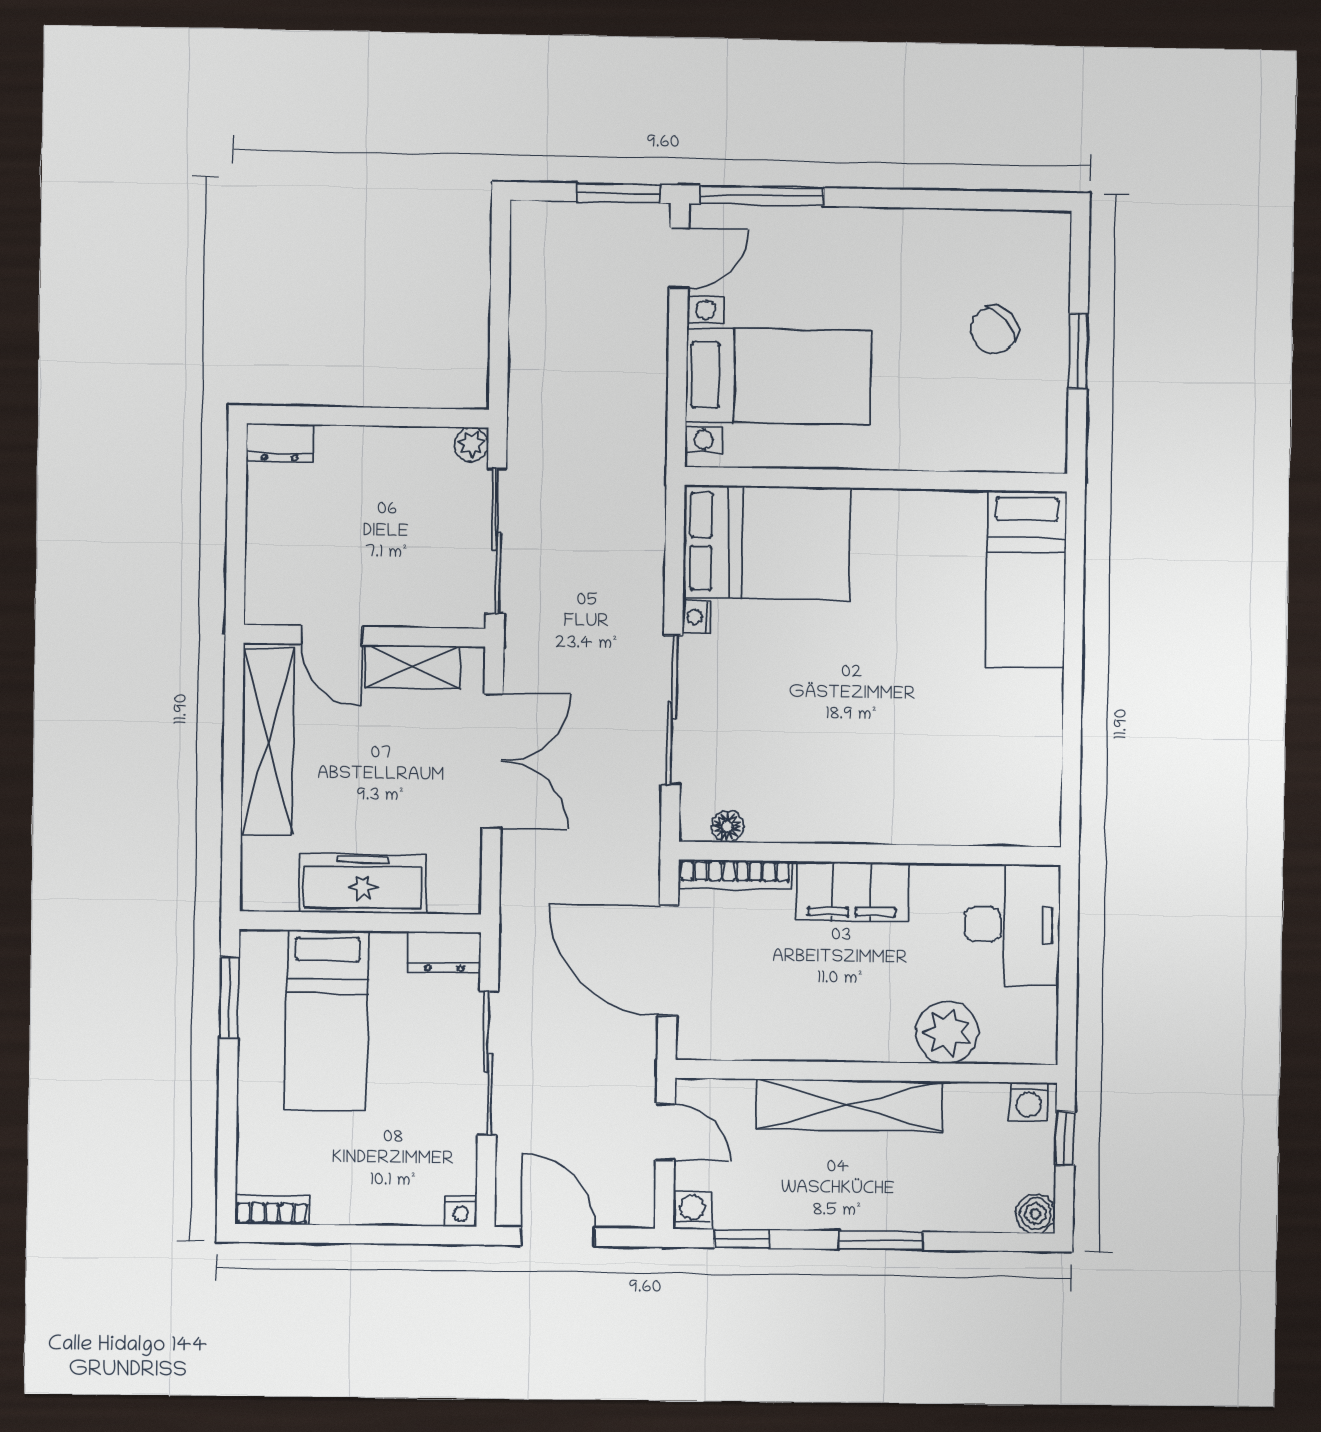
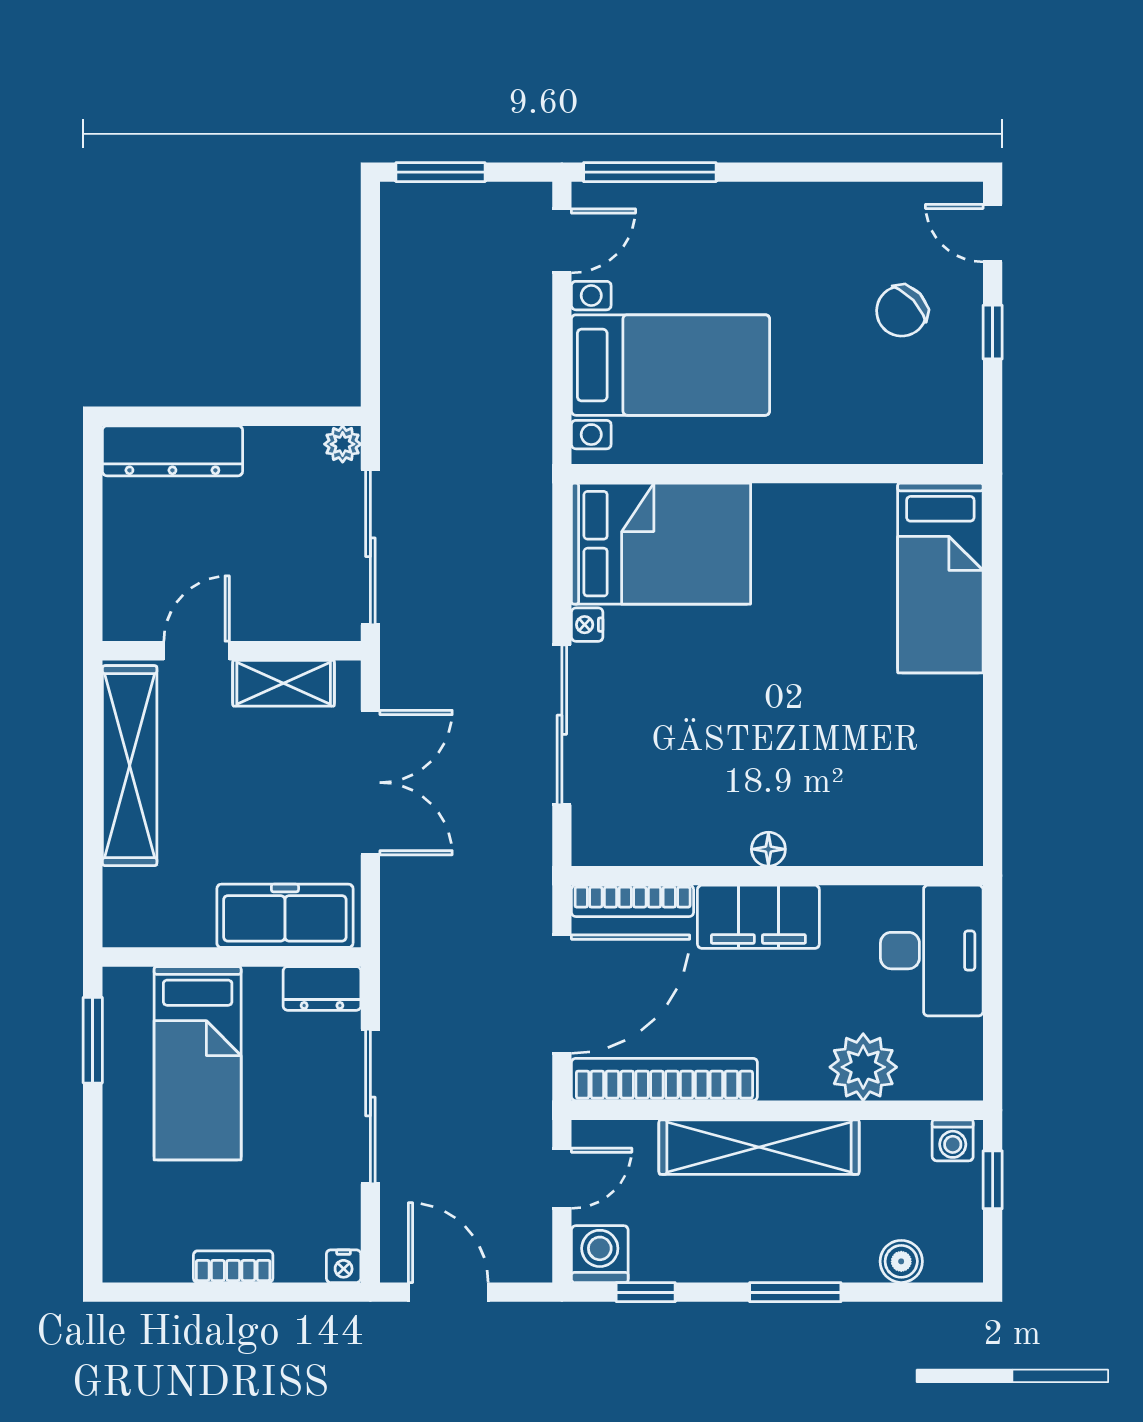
window: (618, 193) -> (441, 172), moved
door: (1080, 259) -> (993, 233), added
window: (1078, 351) -> (993, 332), width x0.67
dresser: (280, 443) -> (172, 451), width x1.96, depth x1.24
door: (332, 635) -> (197, 651), swing flipped
floor lamp: (727, 827) -> (768, 849), moved
freezer: (363, 883) -> (285, 916), moved
door: (668, 961) -> (562, 994), swing flipped
bookcase: (762, 1041) -> (664, 1080), added
door: (665, 1132) -> (562, 1178), hinge flipped
bookcase: (272, 1210) -> (233, 1267), moved
washing machine: (692, 1210) -> (600, 1254), width x1.38, depth x1.38
boiler: (1035, 1214) -> (901, 1261), moved

